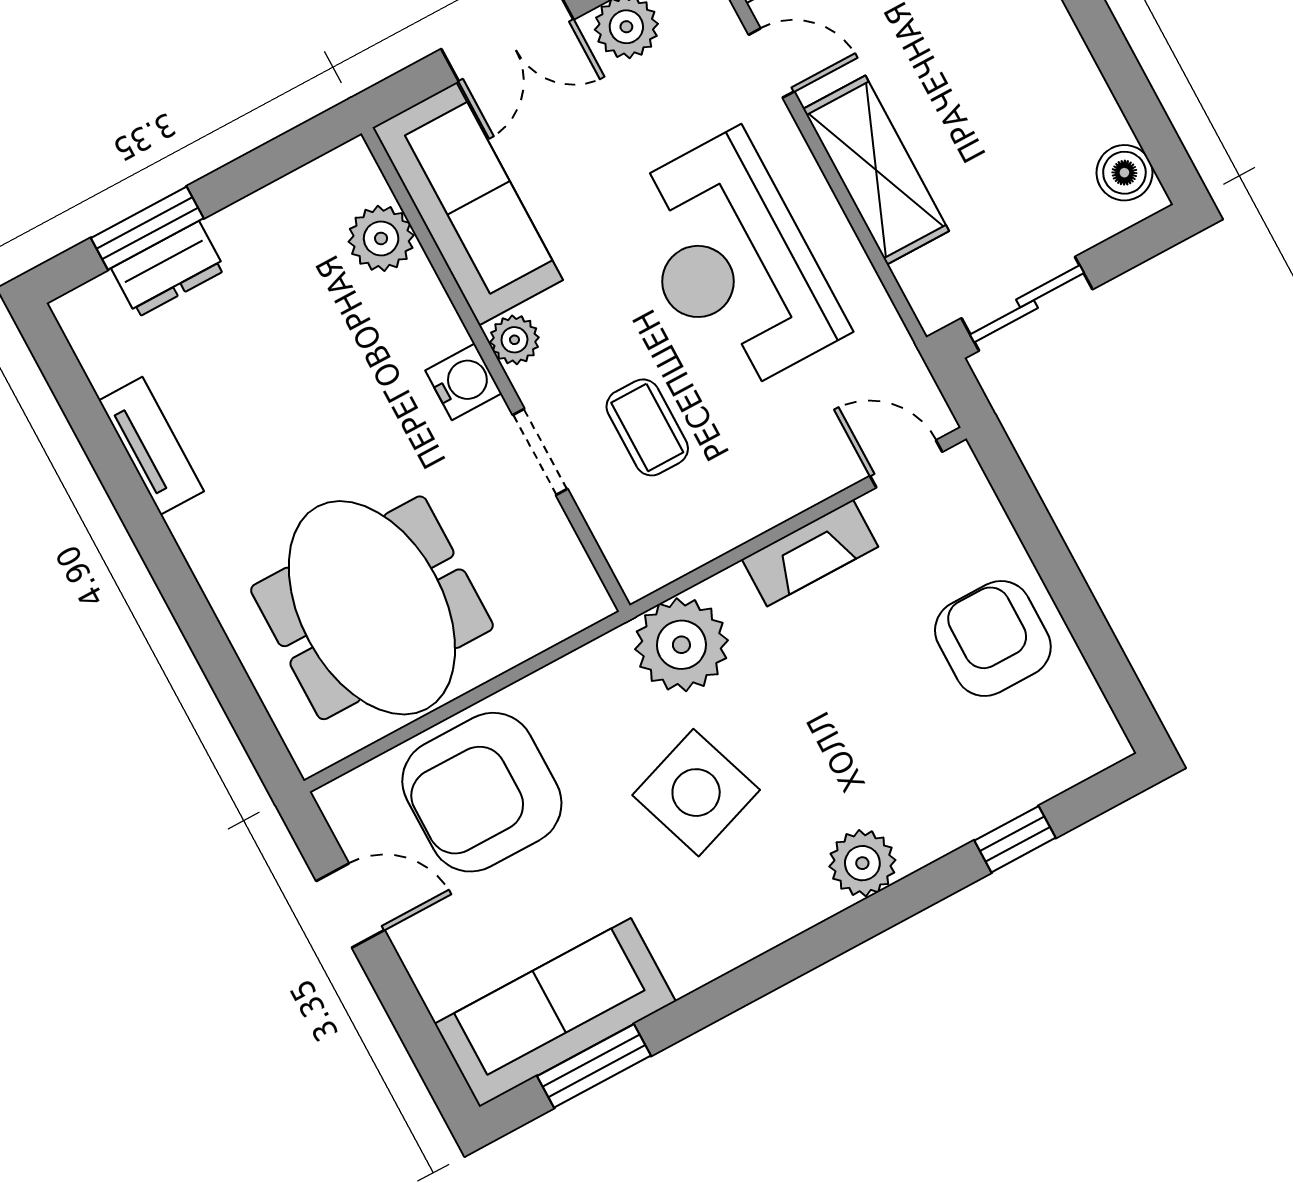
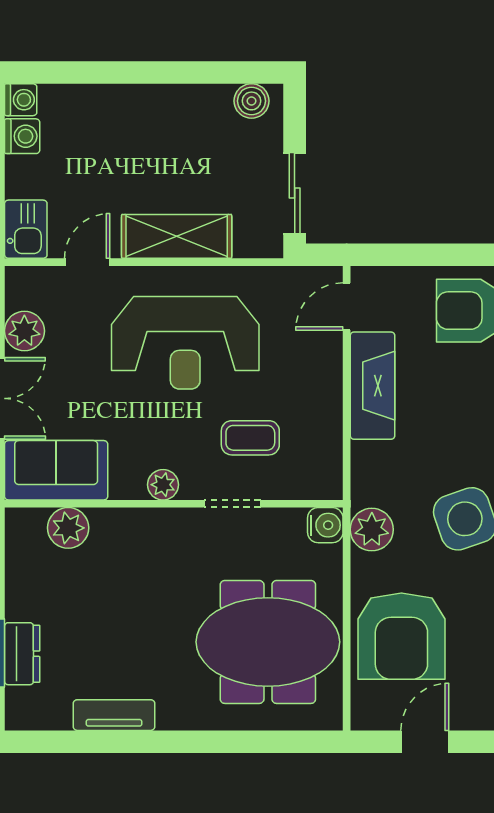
sofa: (468, 204) -> (56, 470), width x0.73
water cooler: (463, 382) -> (325, 525), moved, turned 90
fireplace: (810, 553) -> (372, 386), width x1.37, depth x1.32
plant: (681, 645) -> (372, 530), moved, width x0.73, depth x0.73

